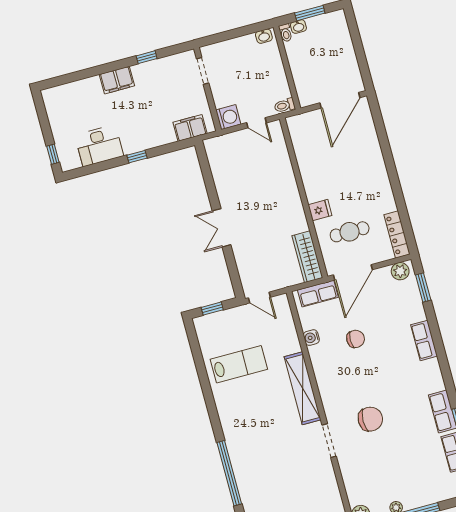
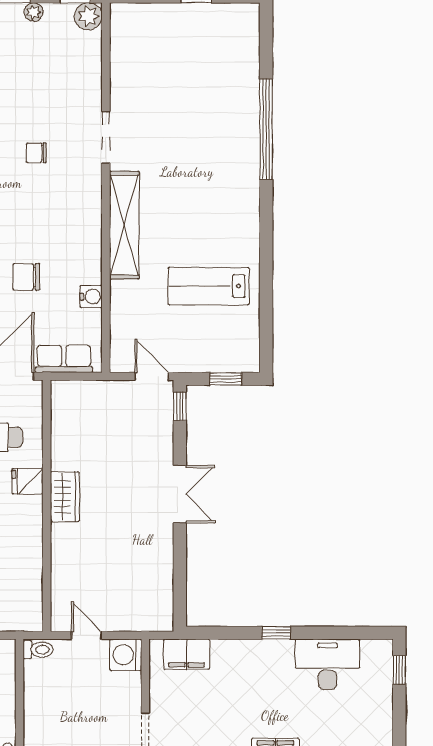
wardrobe: (307, 257) -> (65, 497), moved, width x0.67
window: (237, 283) -> (180, 406), added
chair: (370, 419) -> (36, 153), width x0.54, depth x0.54

